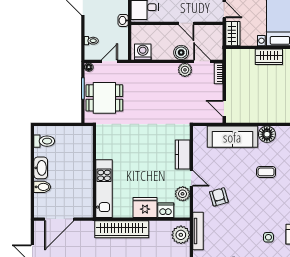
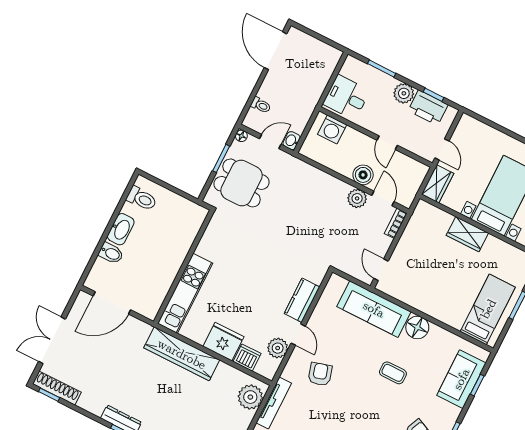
washbasin: (123, 20) -> (292, 141), moved
washing machine: (143, 52) -> (332, 130), moved, turned 180

